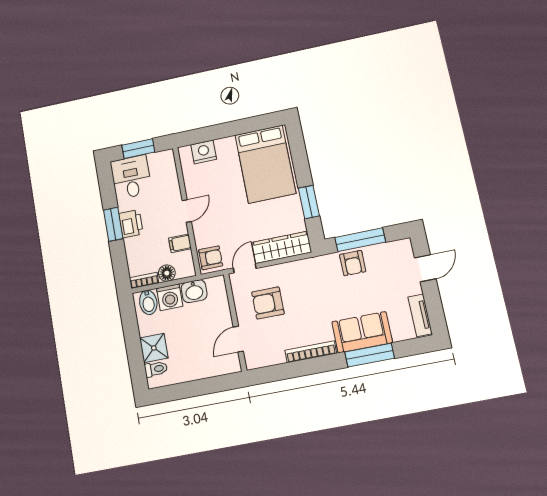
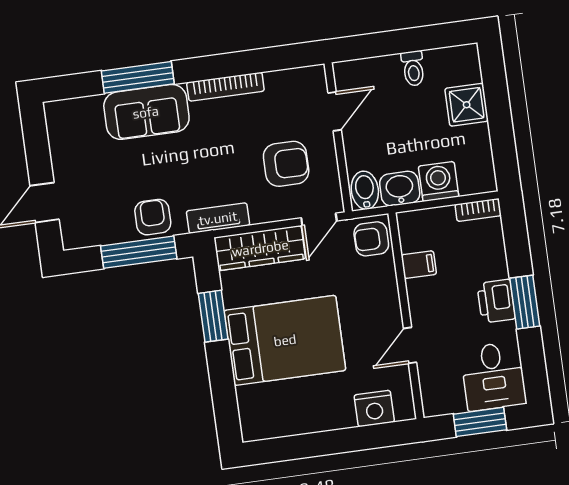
bed: (265, 164) -> (285, 340), moved, turned 90
door: (187, 211) -> (410, 345), moved
floor lamp: (167, 273) -> (442, 219), removed
bidet: (148, 302) -> (365, 190), moved
tv unit: (420, 315) -> (218, 218), moved, turned -90
toilet: (156, 369) -> (413, 68), moved, turned -90

